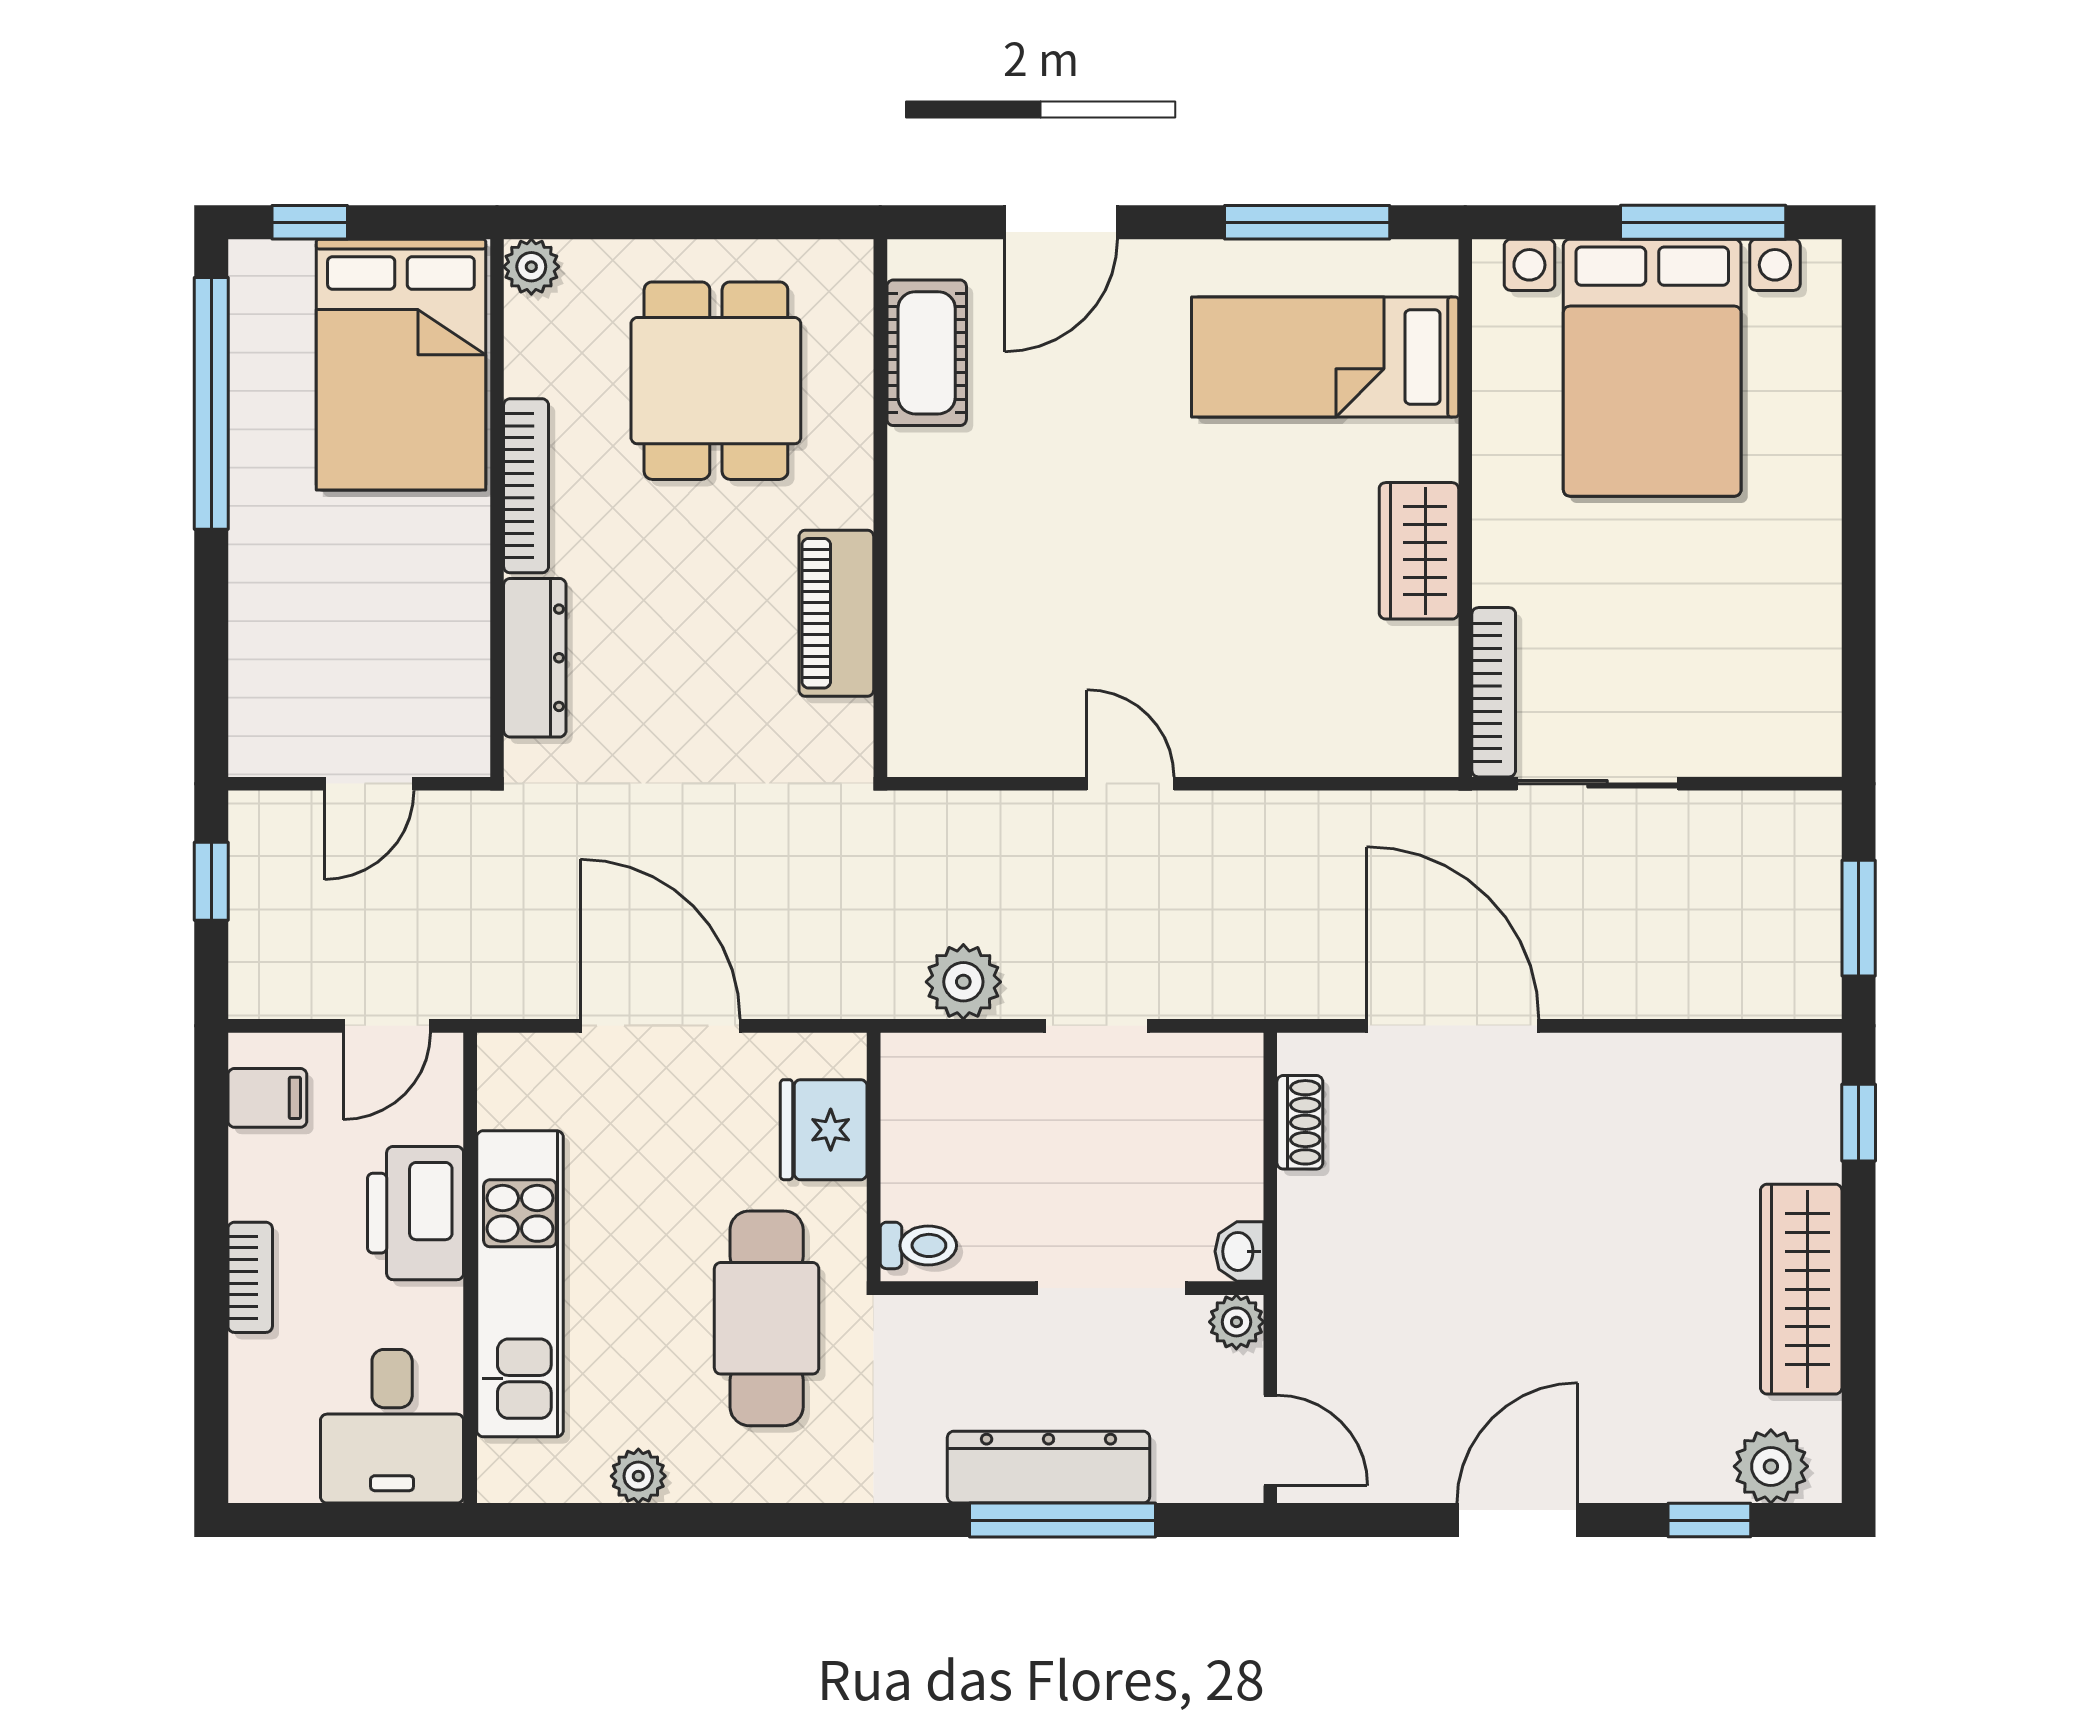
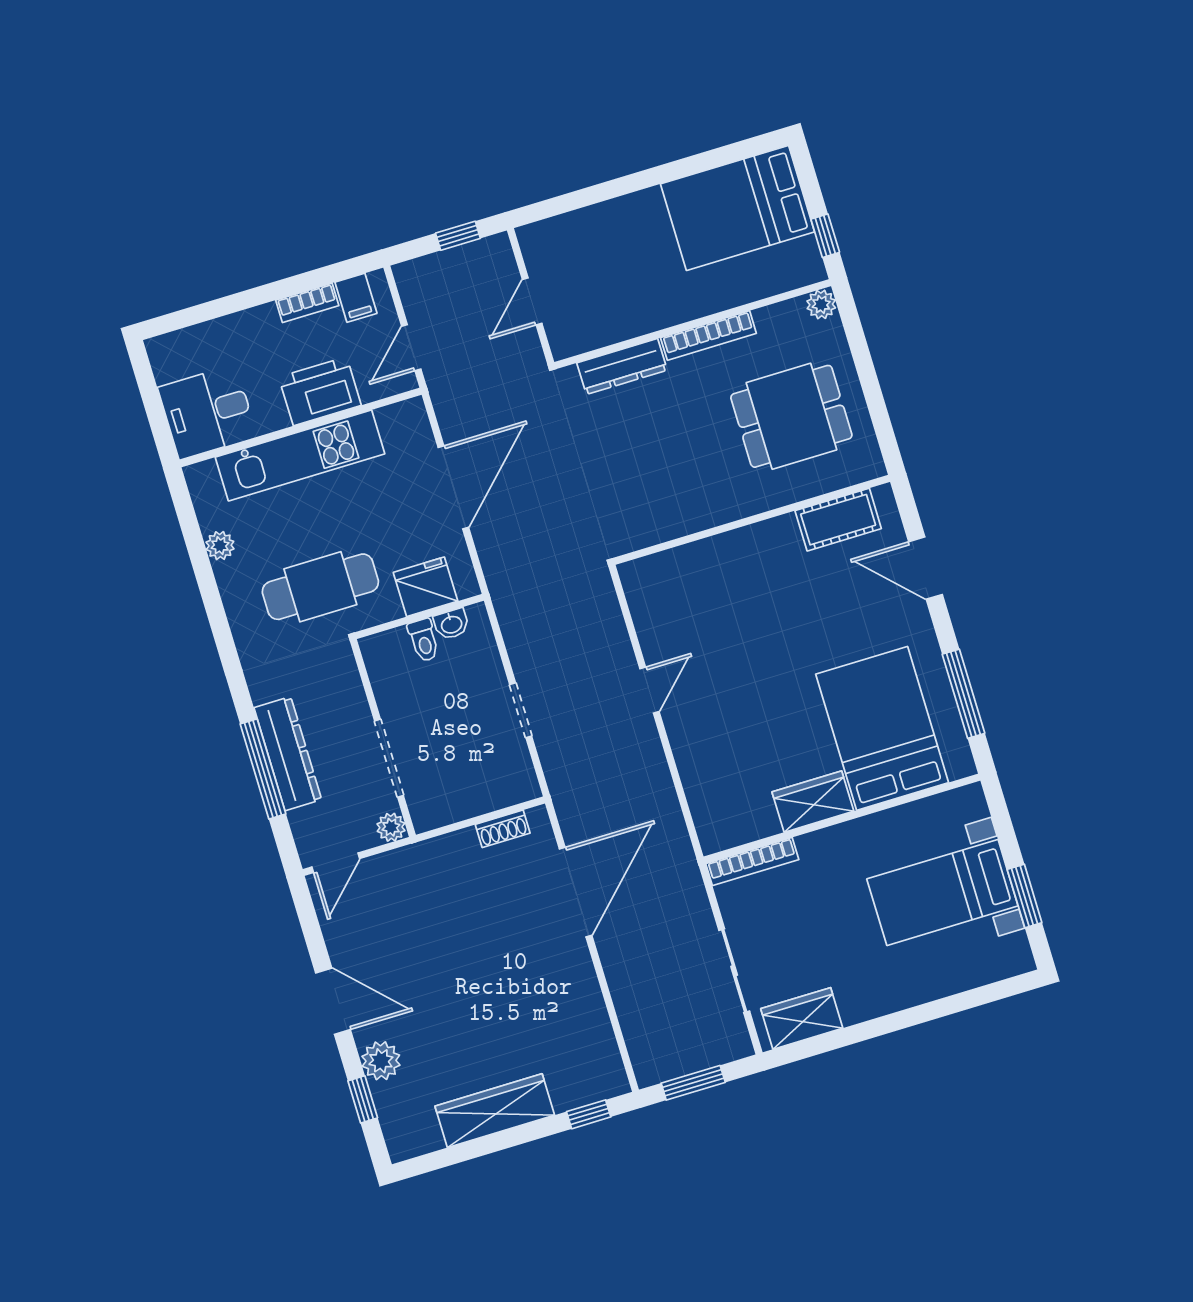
window: (310, 222) -> (825, 236), moved
window: (1703, 222) -> (1025, 896), width x0.69
bed: (1325, 357) -> (882, 728), width x1.50
bed: (401, 365) -> (737, 208), moved
bed with nightstands: (1652, 368) -> (942, 892), width x0.73
window: (211, 403) -> (702, 162), removed
piano: (836, 613) -> (691, 514), removed
wardrobe: (1802, 688) -> (802, 1018), added
door: (369, 784) -> (532, 301), hinge flipped
sliding door: (1598, 784) -> (734, 971), moved
plant: (963, 982) -> (523, 635), removed
door: (387, 1026) -> (411, 348), hinge flipped
toilet: (918, 1245) -> (424, 640), moved
washbasin: (1239, 1251) -> (451, 624), moved, turned 180
bookcase: (250, 1277) -> (307, 303), moved
plant: (1771, 1466) -> (381, 1061), moved

